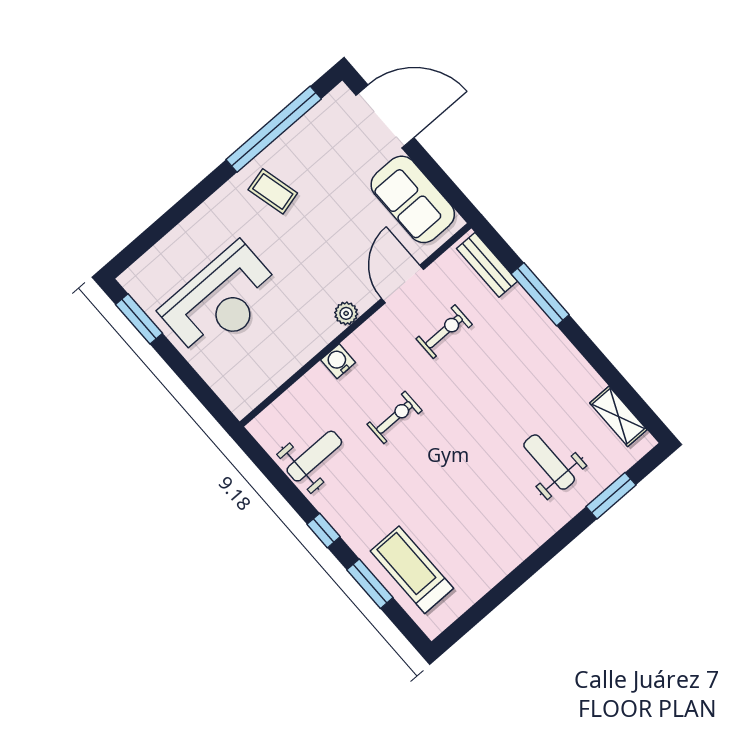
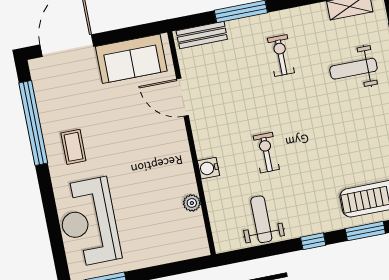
coffee table: (273, 191) -> (73, 147), turned -76
reception desk: (221, 301) -> (89, 222), moved, turned 180
plant: (346, 313) -> (192, 203), moved
exercise bike: (444, 332) -> (281, 55), moved

